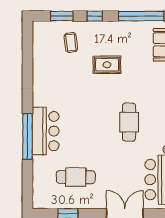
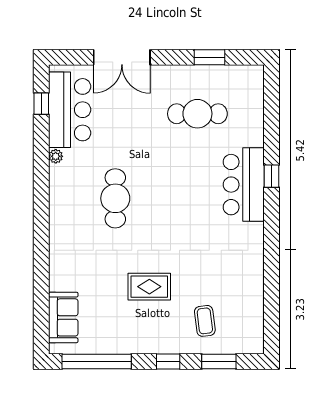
window: (28, 136) -> (272, 176), width x0.32

